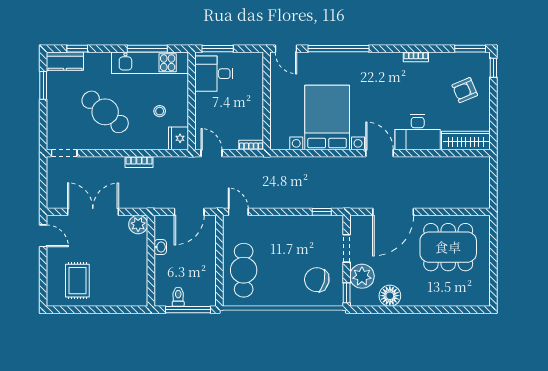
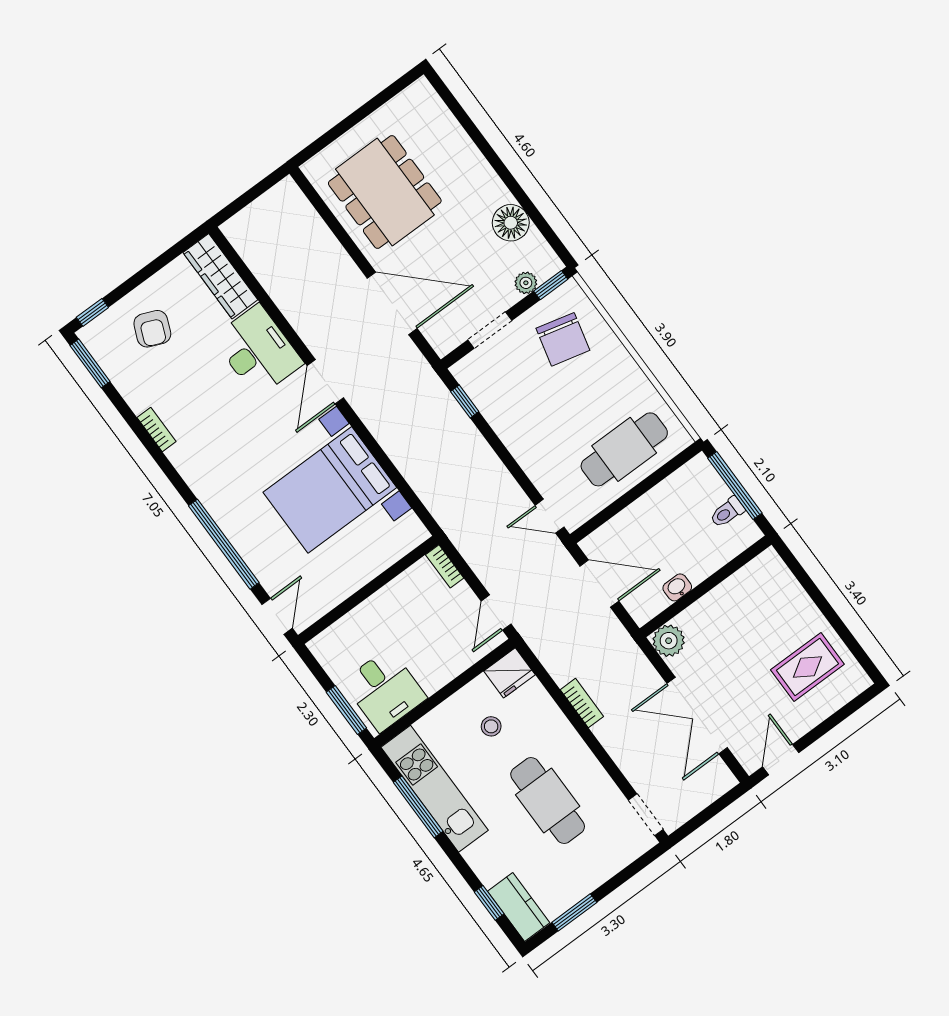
armchair: (465, 90) -> (152, 329), turned 46
cafe table: (105, 112) -> (548, 800), turned -40
door: (238, 212) -> (550, 516), hinge flipped
plant: (362, 276) -> (526, 283), width x0.53, depth x0.53

